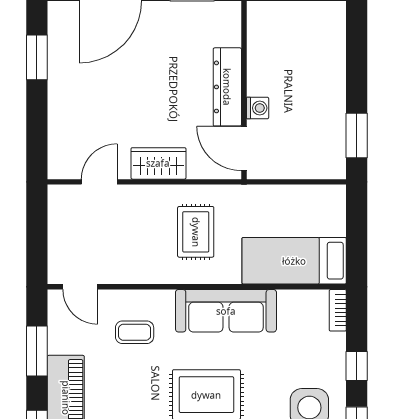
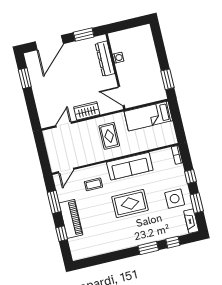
dresser: (227, 87) -> (105, 59), moved
washing machine: (258, 108) -> (118, 58), moved
bed: (294, 261) -> (148, 116), moved
door: (80, 287) -> (66, 171), hinge flipped

